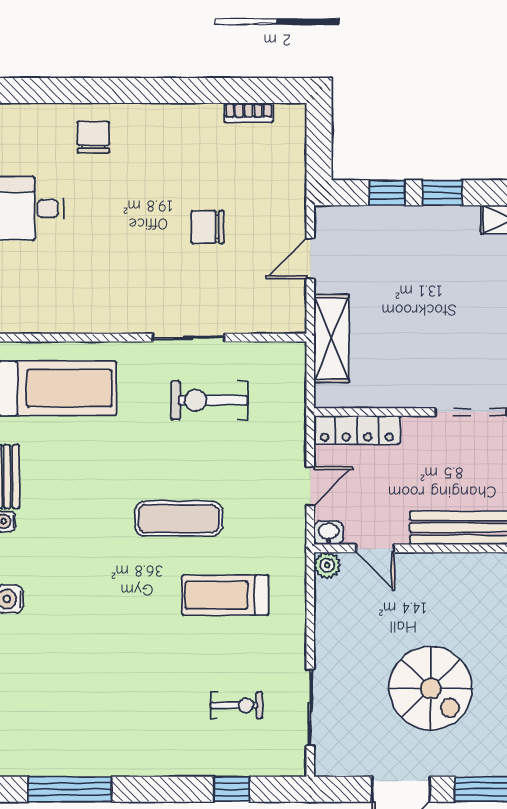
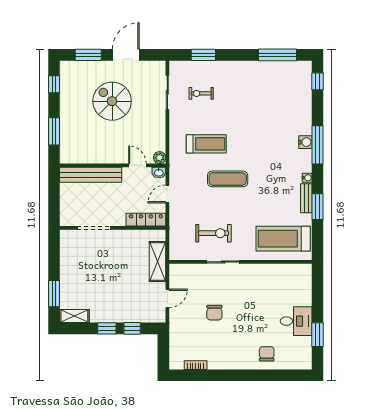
chair: (93, 137) -> (267, 354), turned 180
chair: (207, 227) -> (214, 313), turned 90
window: (232, 789) -> (203, 55), width x1.50

